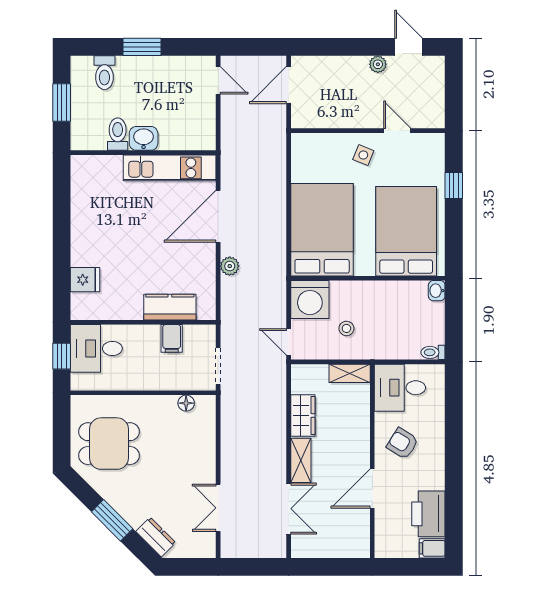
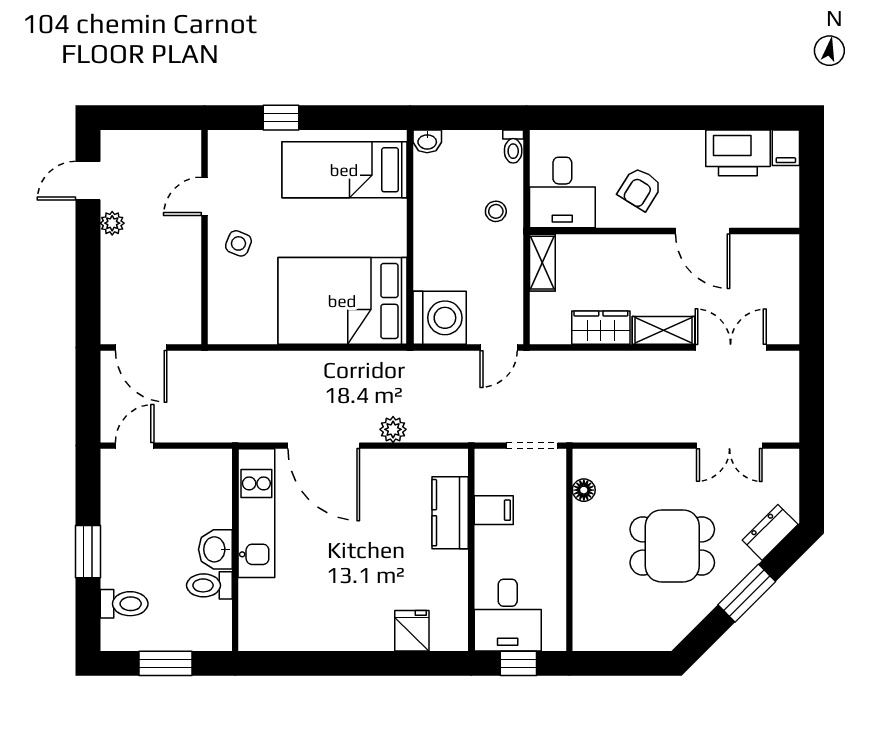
bed: (406, 231) -> (344, 170), width x0.67
stool: (346, 328) -> (496, 211), moved
dining table: (109, 444) -> (672, 546), moved, turned 90

